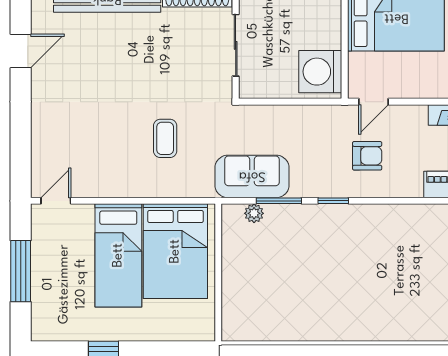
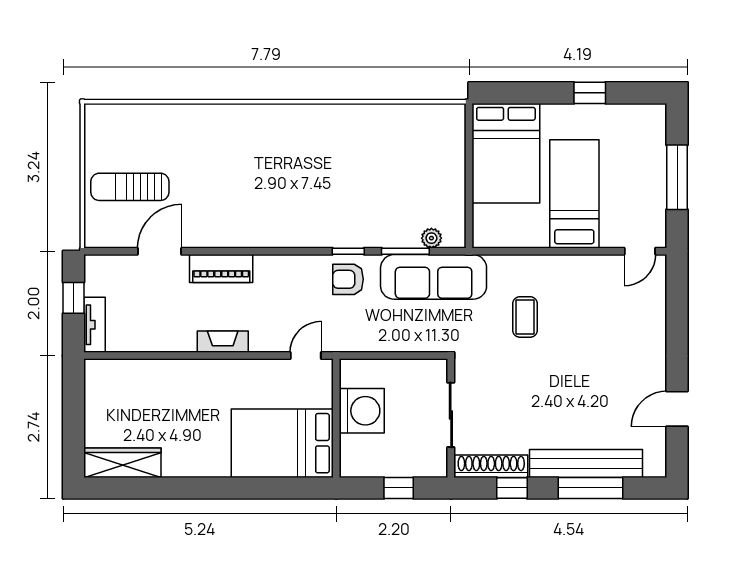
washing machine: (320, 72) -> (362, 411), moved
armchair: (367, 156) -> (348, 279), moved
sofa: (252, 176) -> (434, 277), width x1.36
bed: (175, 251) -> (506, 153), moved, turned 180

